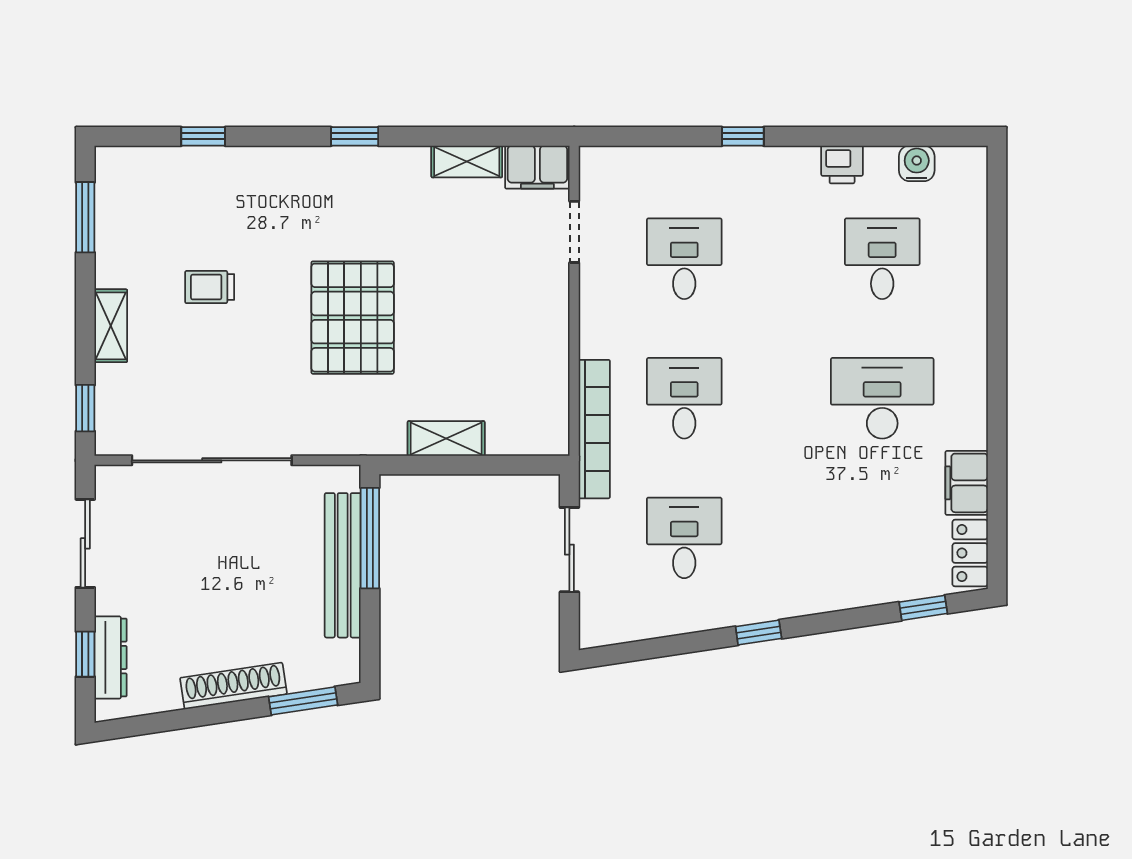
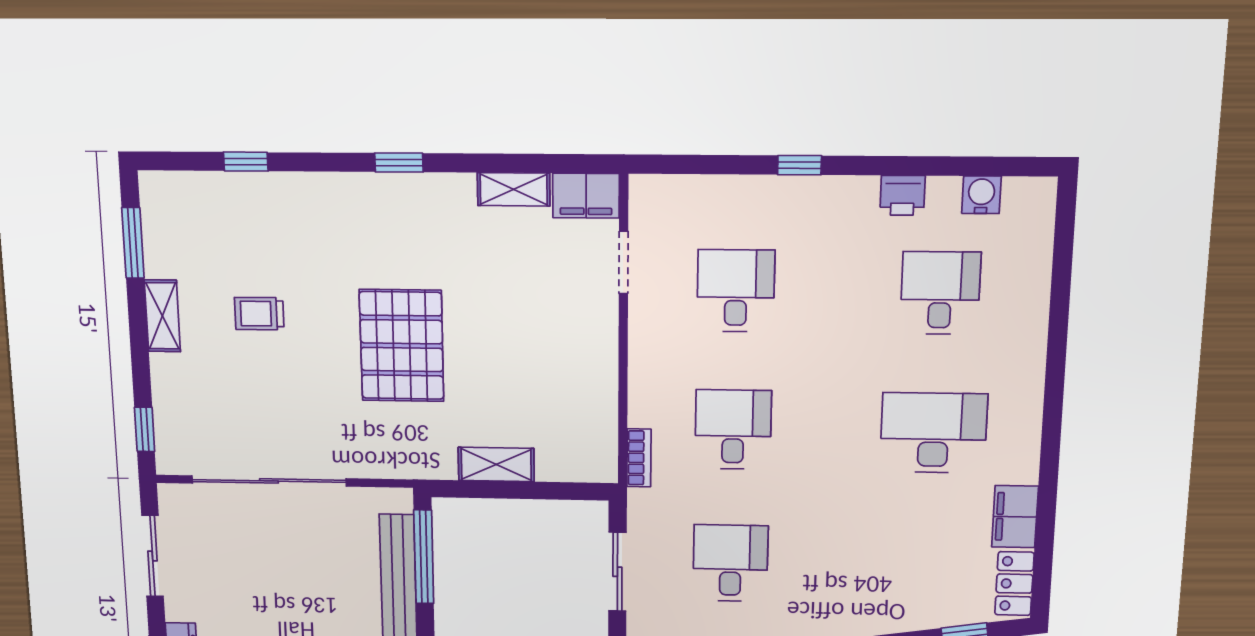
shelving: (111, 326) -> (162, 316), moved
bookcase: (594, 429) -> (639, 458), width x0.43, depth x0.76

